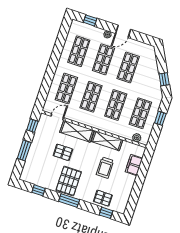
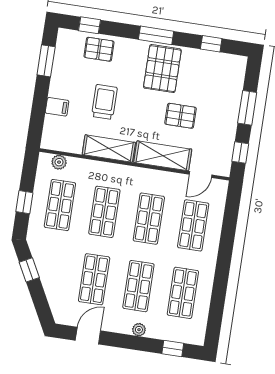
door: (123, 31) -> (88, 336), moved
filing cabinet: (134, 165) -> (57, 107), width x0.50
window: (134, 197) -> (46, 61), added

